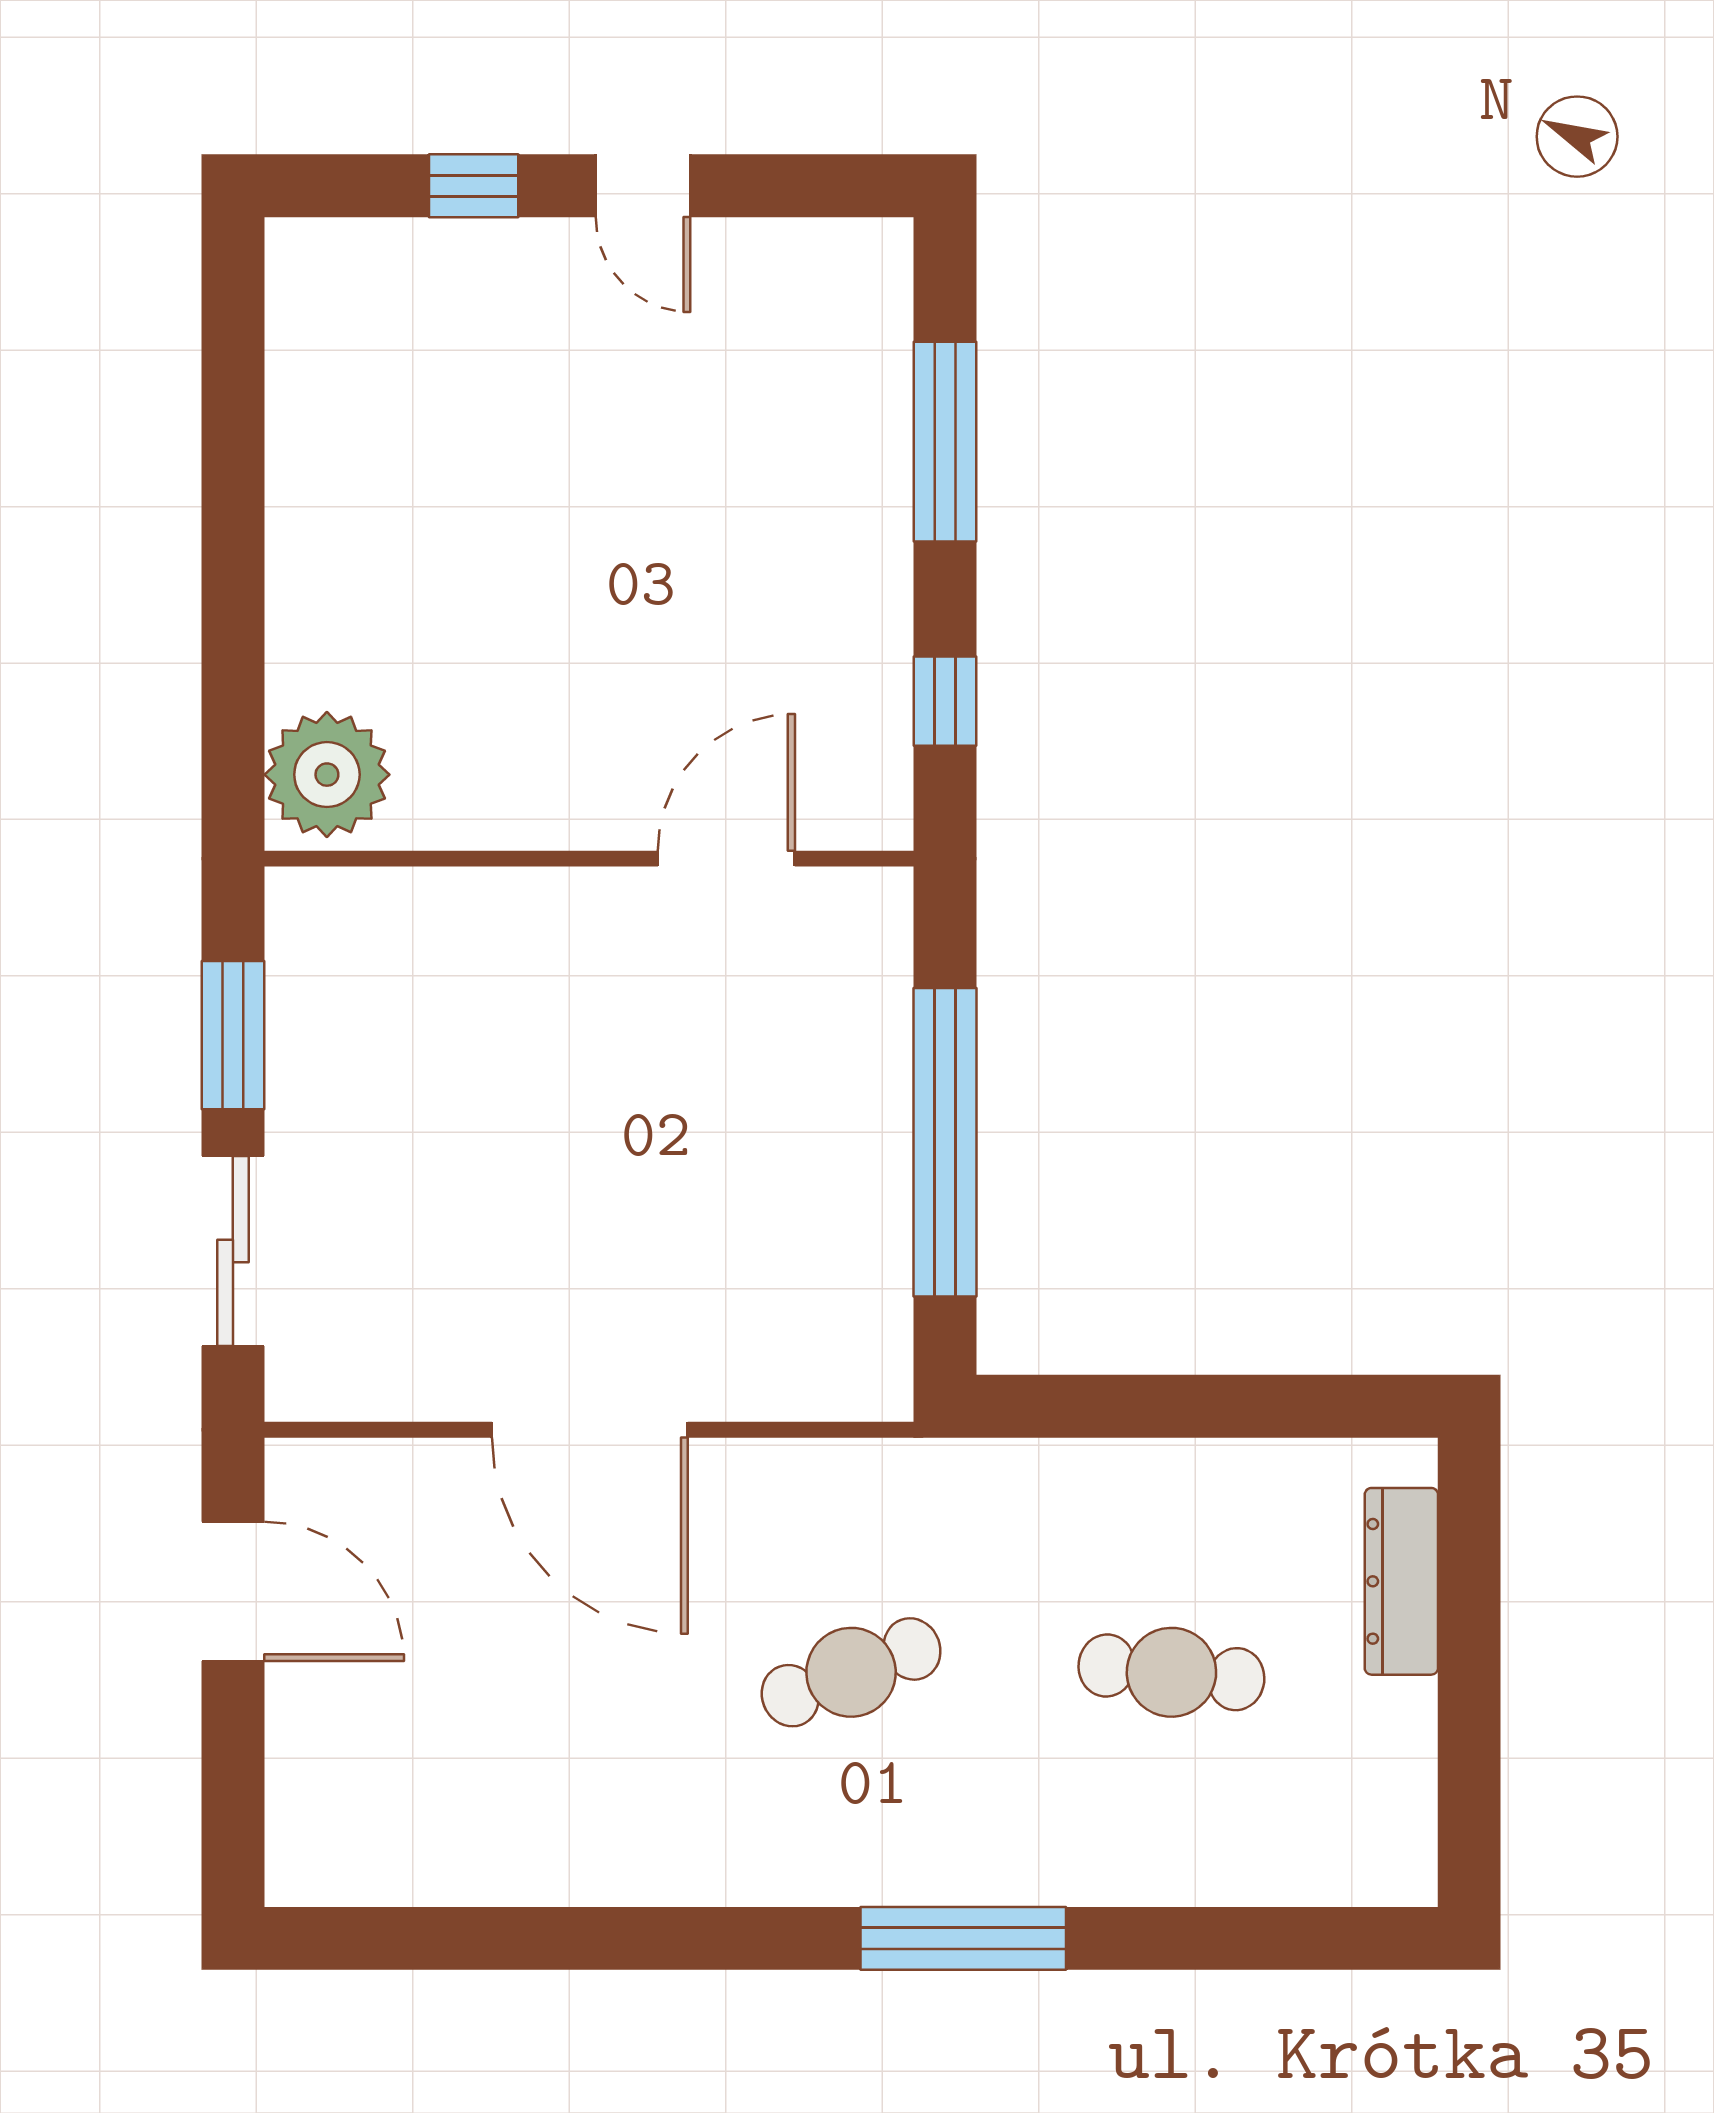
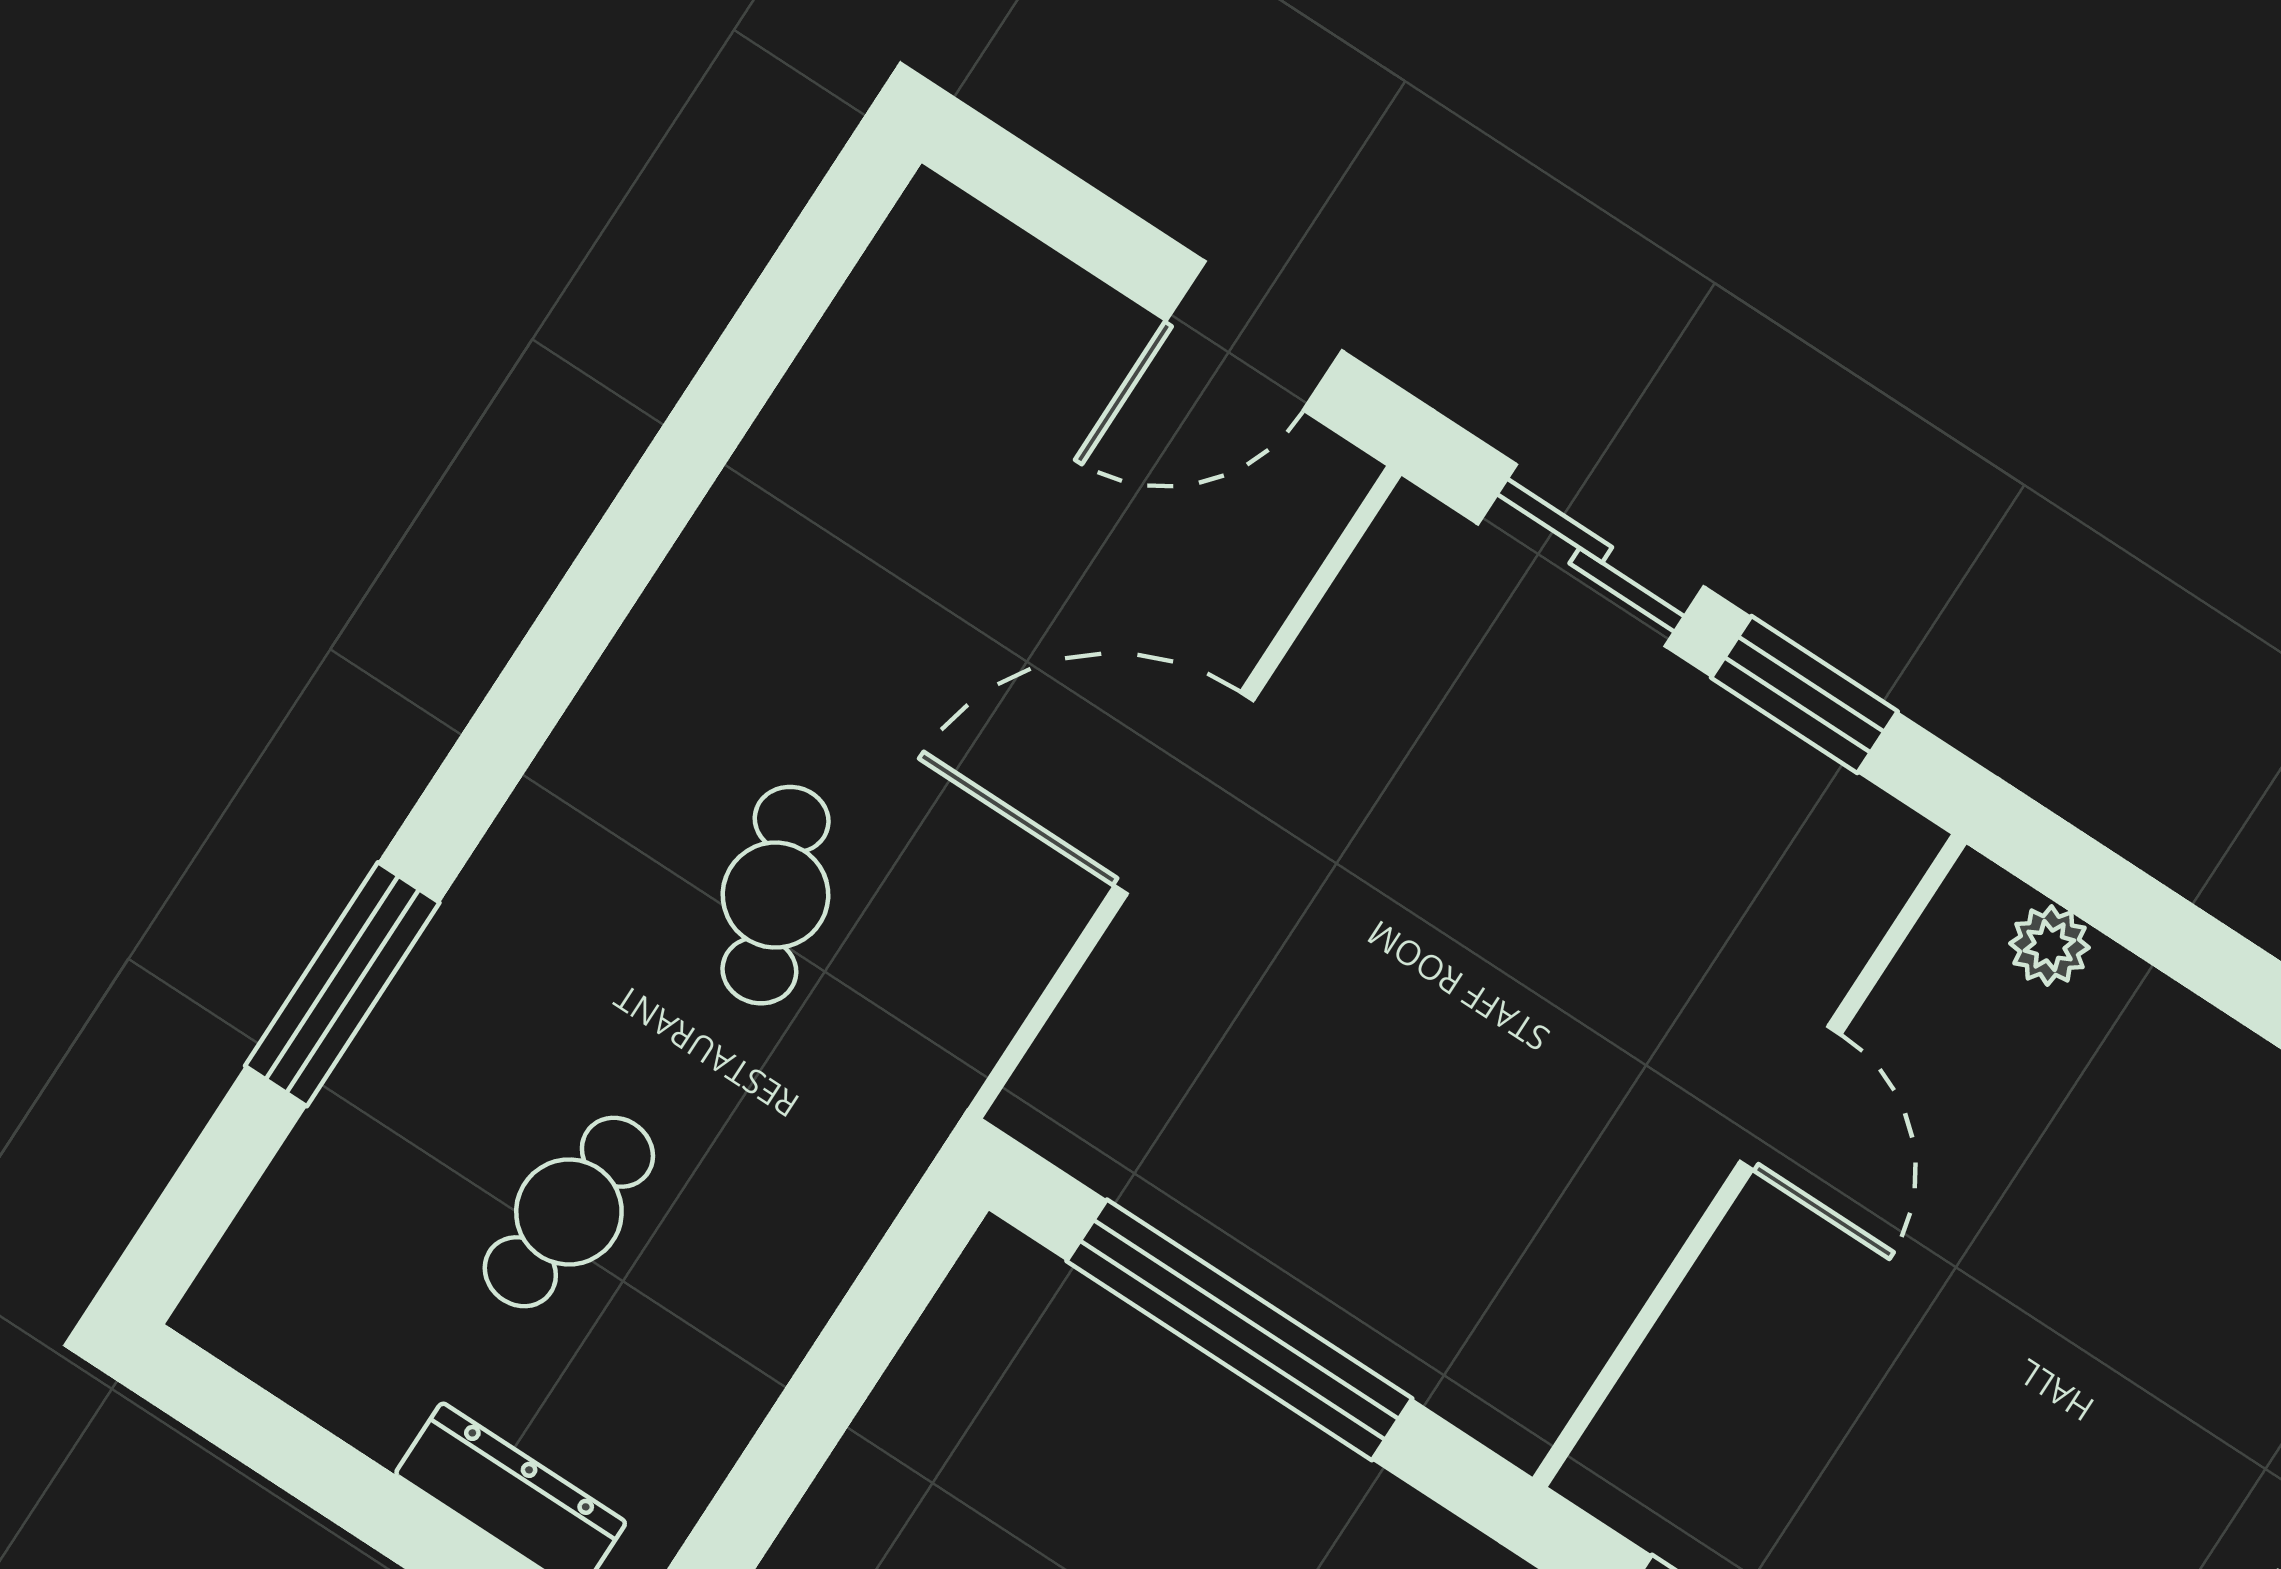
plant: (327, 775) -> (2049, 945), width x0.53, depth x0.53
door: (726, 859) -> (1790, 1098), moved
window: (963, 1938) -> (342, 984), moved

